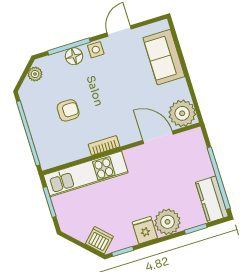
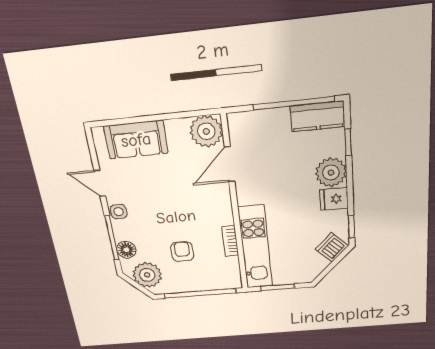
floor lamp: (74, 56) -> (126, 250), moved
plant: (35, 74) -> (147, 275), width x1.87, depth x1.87
bookcase: (104, 146) -> (230, 241), moved

